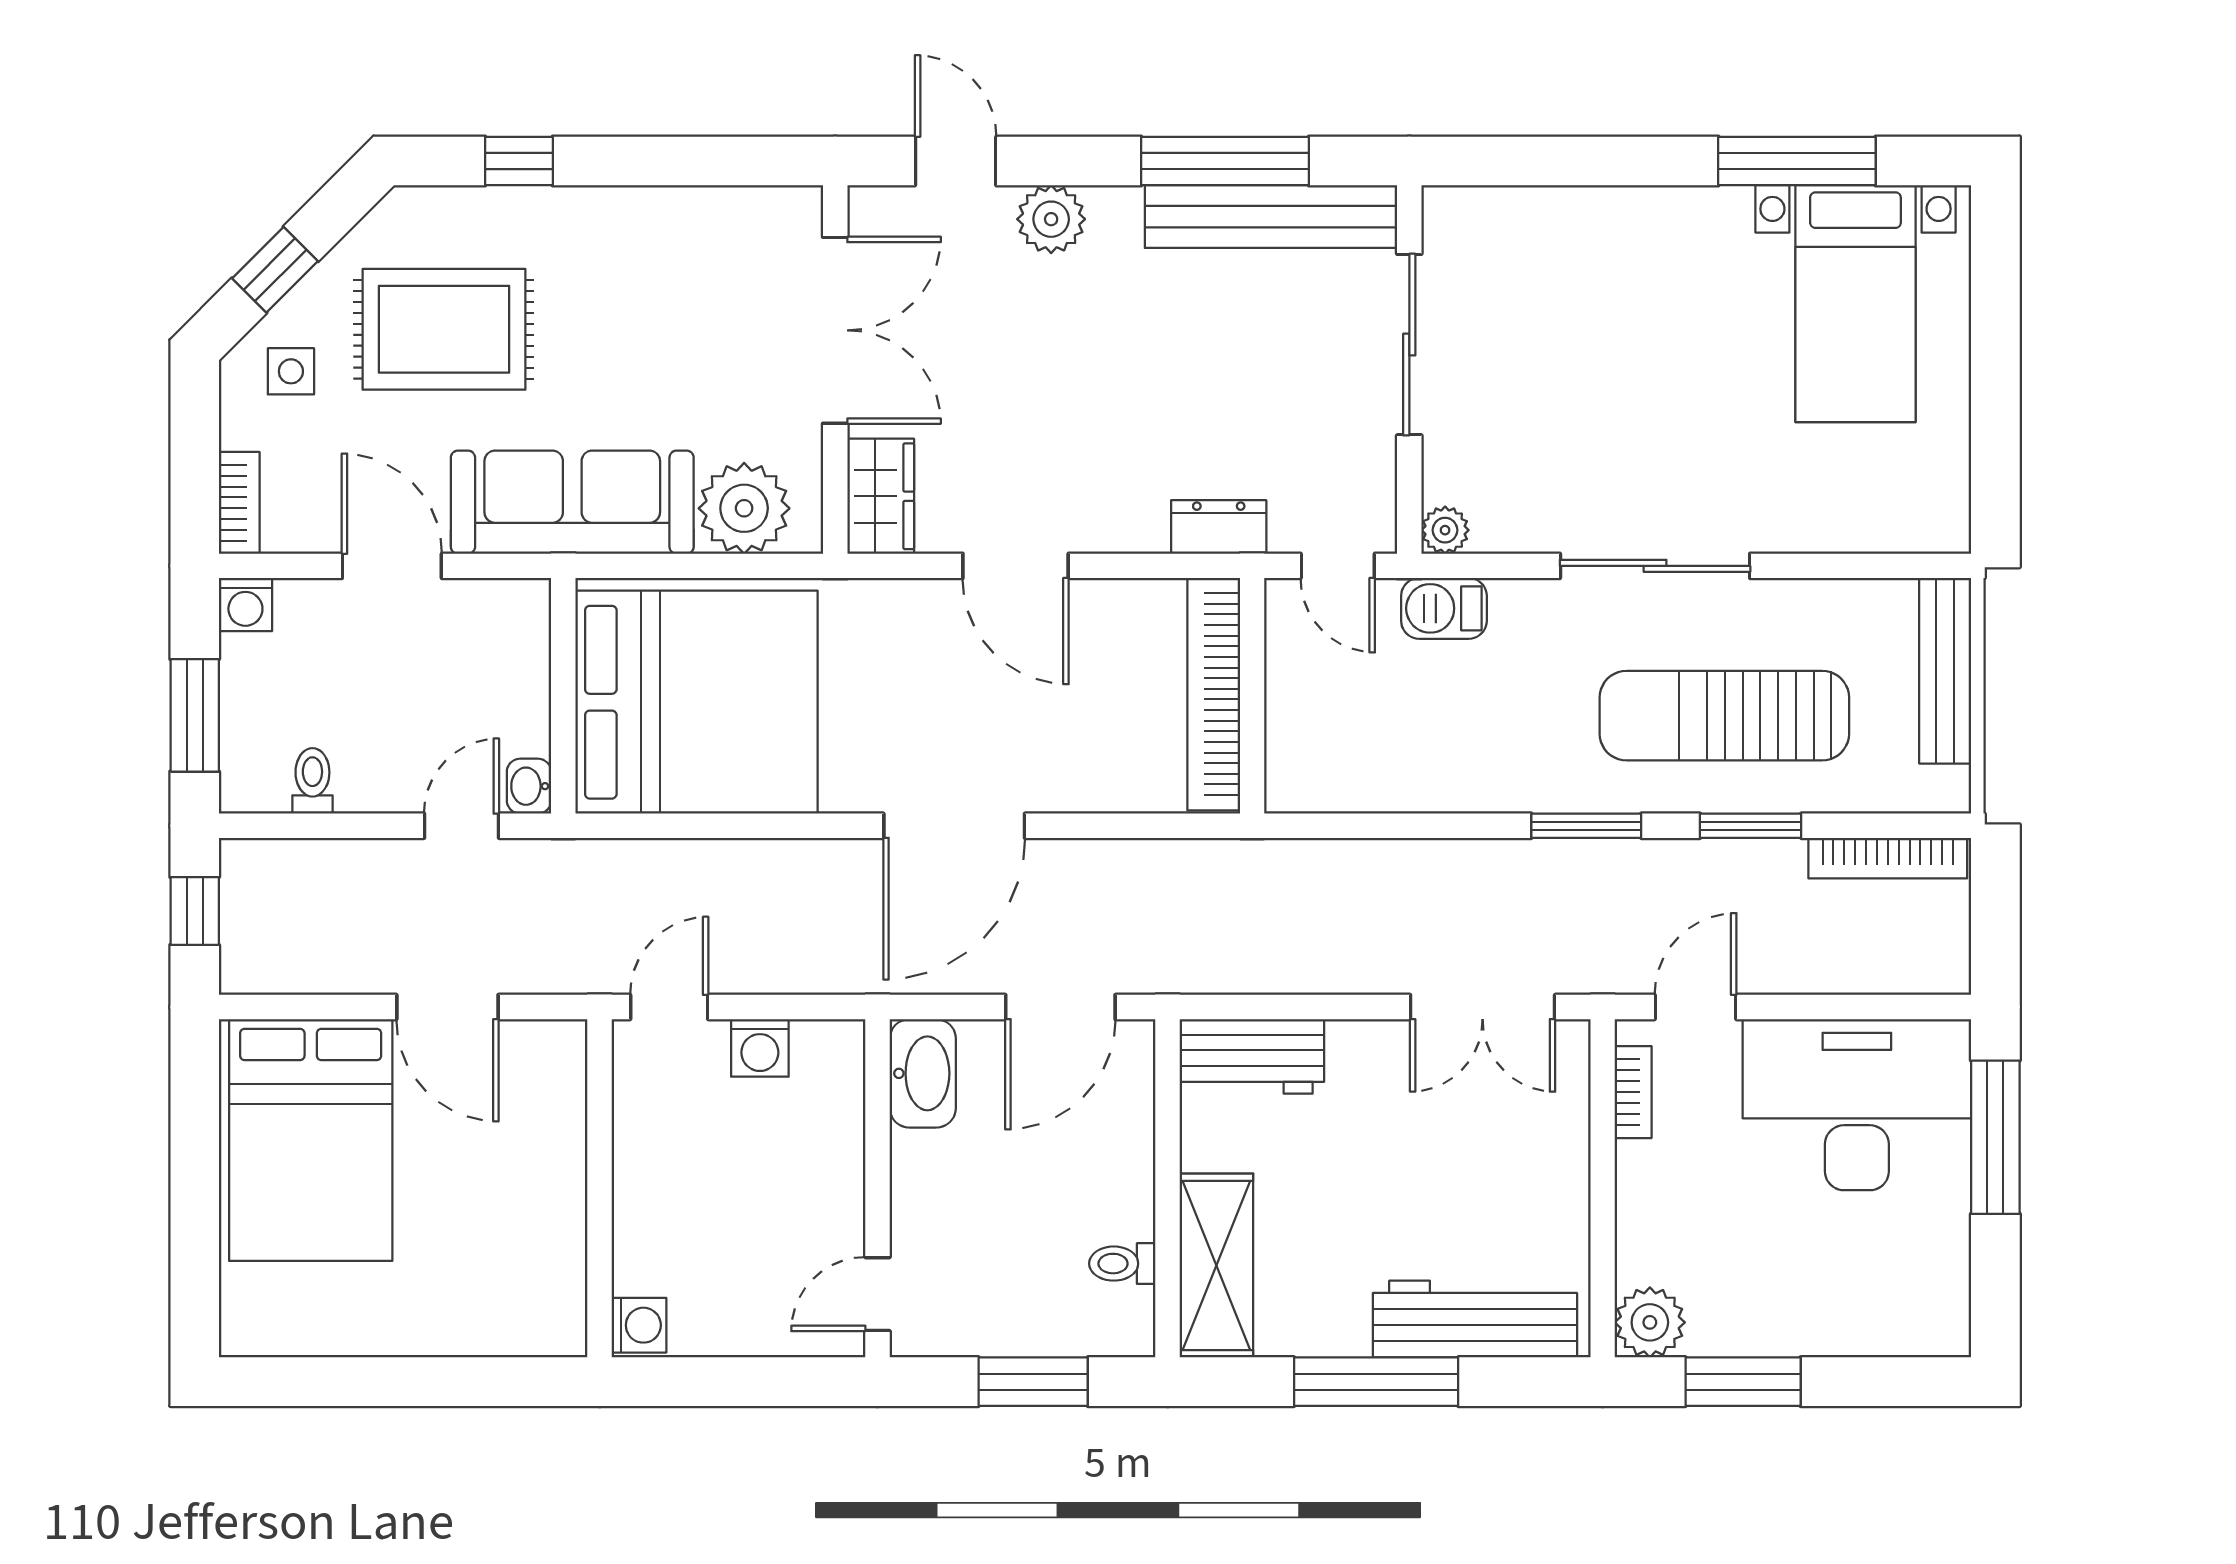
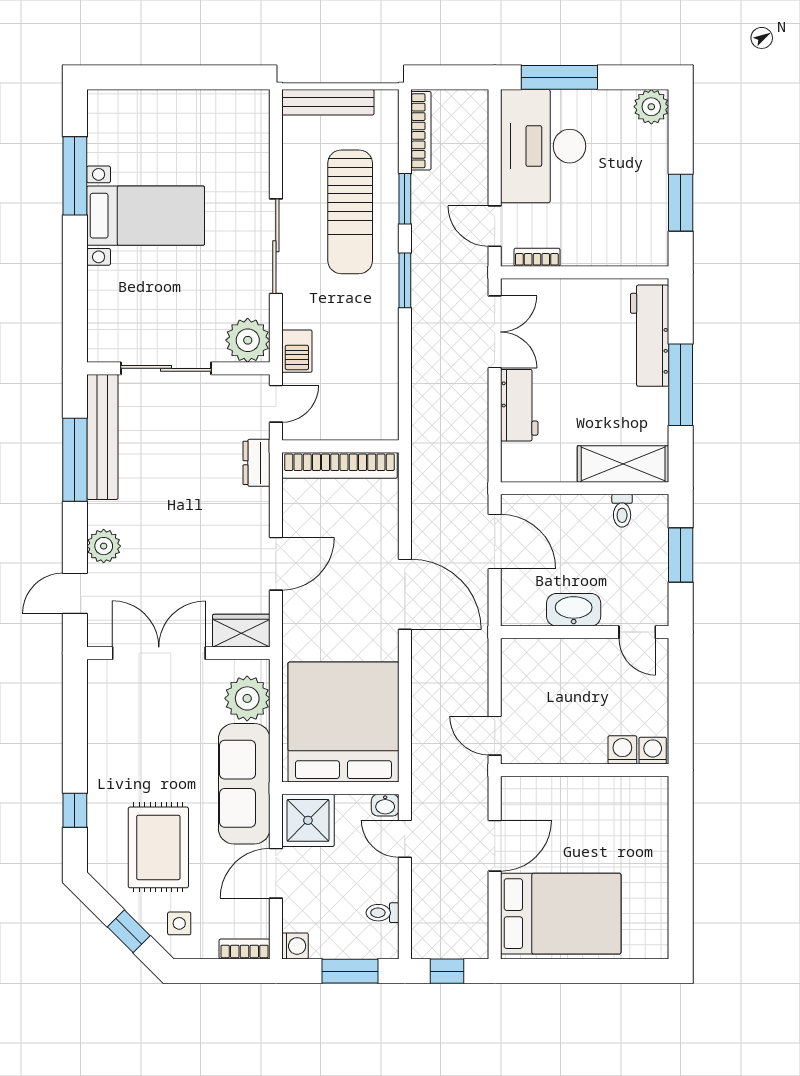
bed with nightstands: (1855, 304) -> (146, 216), moved
plant: (1445, 530) -> (248, 340), width x1.88, depth x1.88
shower: (498, 631) -> (308, 820), added
washing machine: (760, 1048) -> (622, 750), moved, turned -90
workbench: (1252, 1056) -> (519, 405), moved
washbasin: (923, 1073) -> (574, 610), moved
plant: (1650, 1322) -> (651, 107), moved

